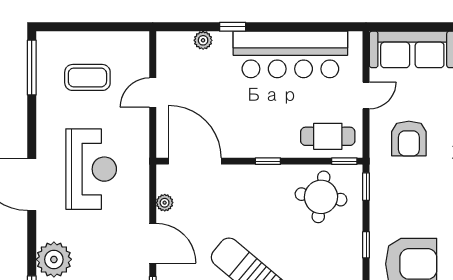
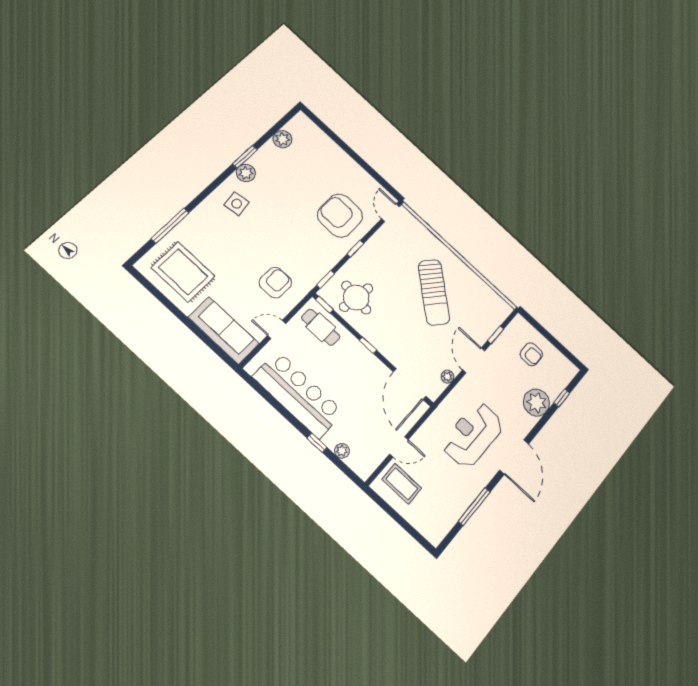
window: (32, 68) -> (474, 507), moved
coffee table: (87, 77) -> (402, 484), moved

